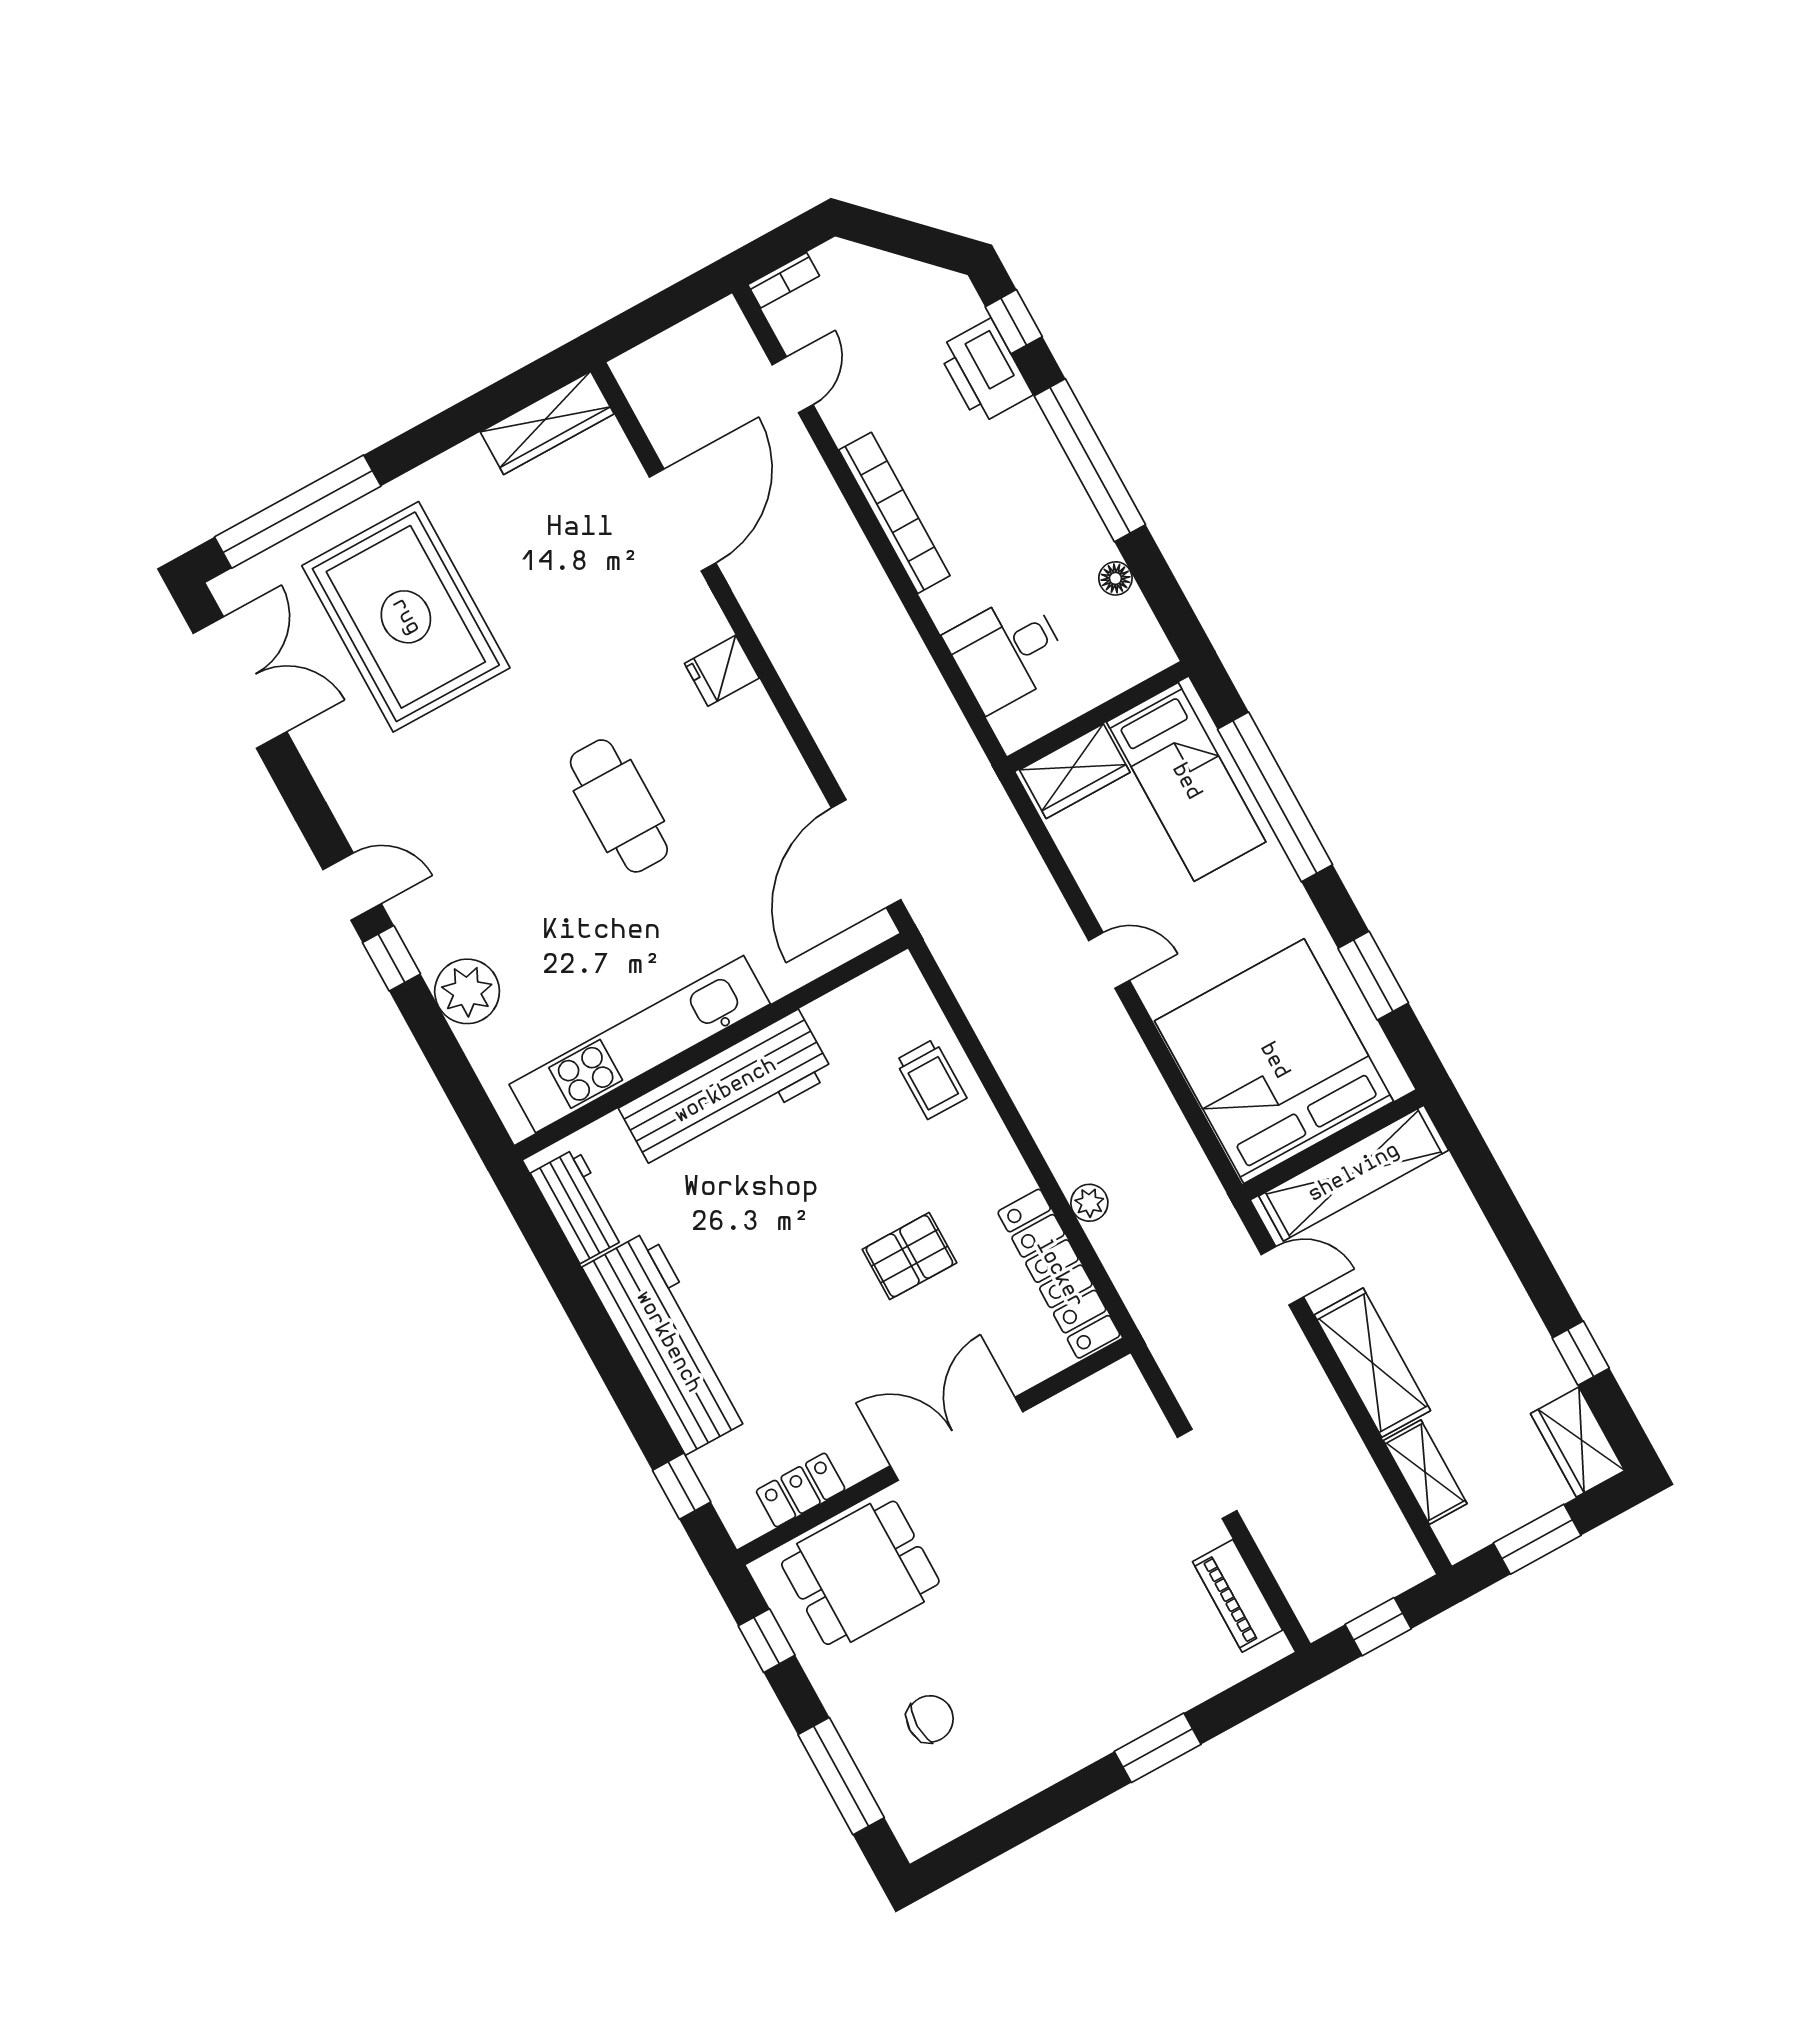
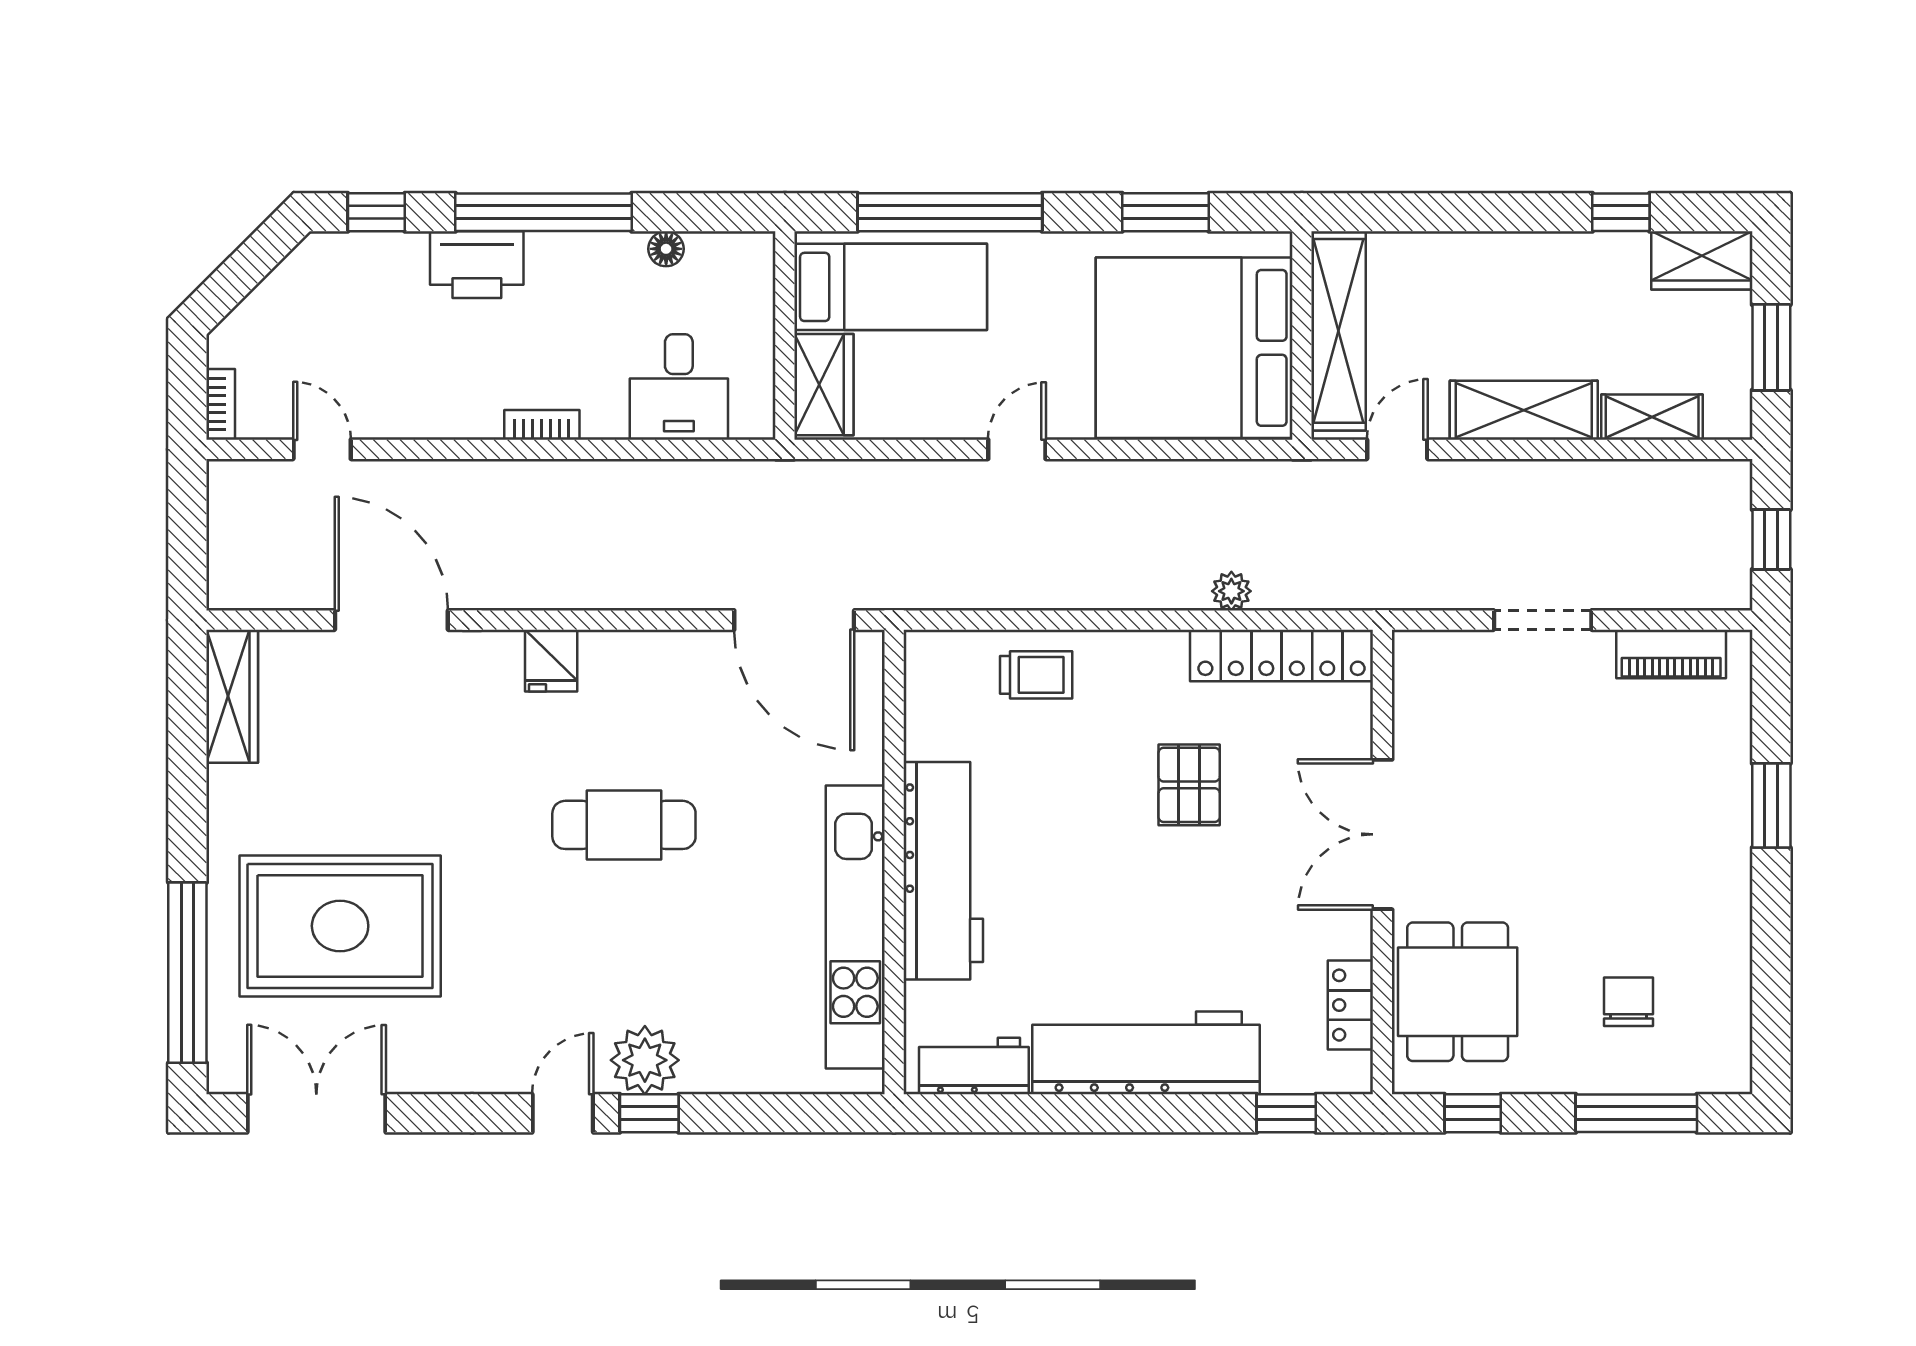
printer: (985, 371) -> (477, 265), moved
bookcase: (894, 513) -> (542, 425), width x0.43, depth x0.76
plant: (467, 991) -> (645, 1060), moved

